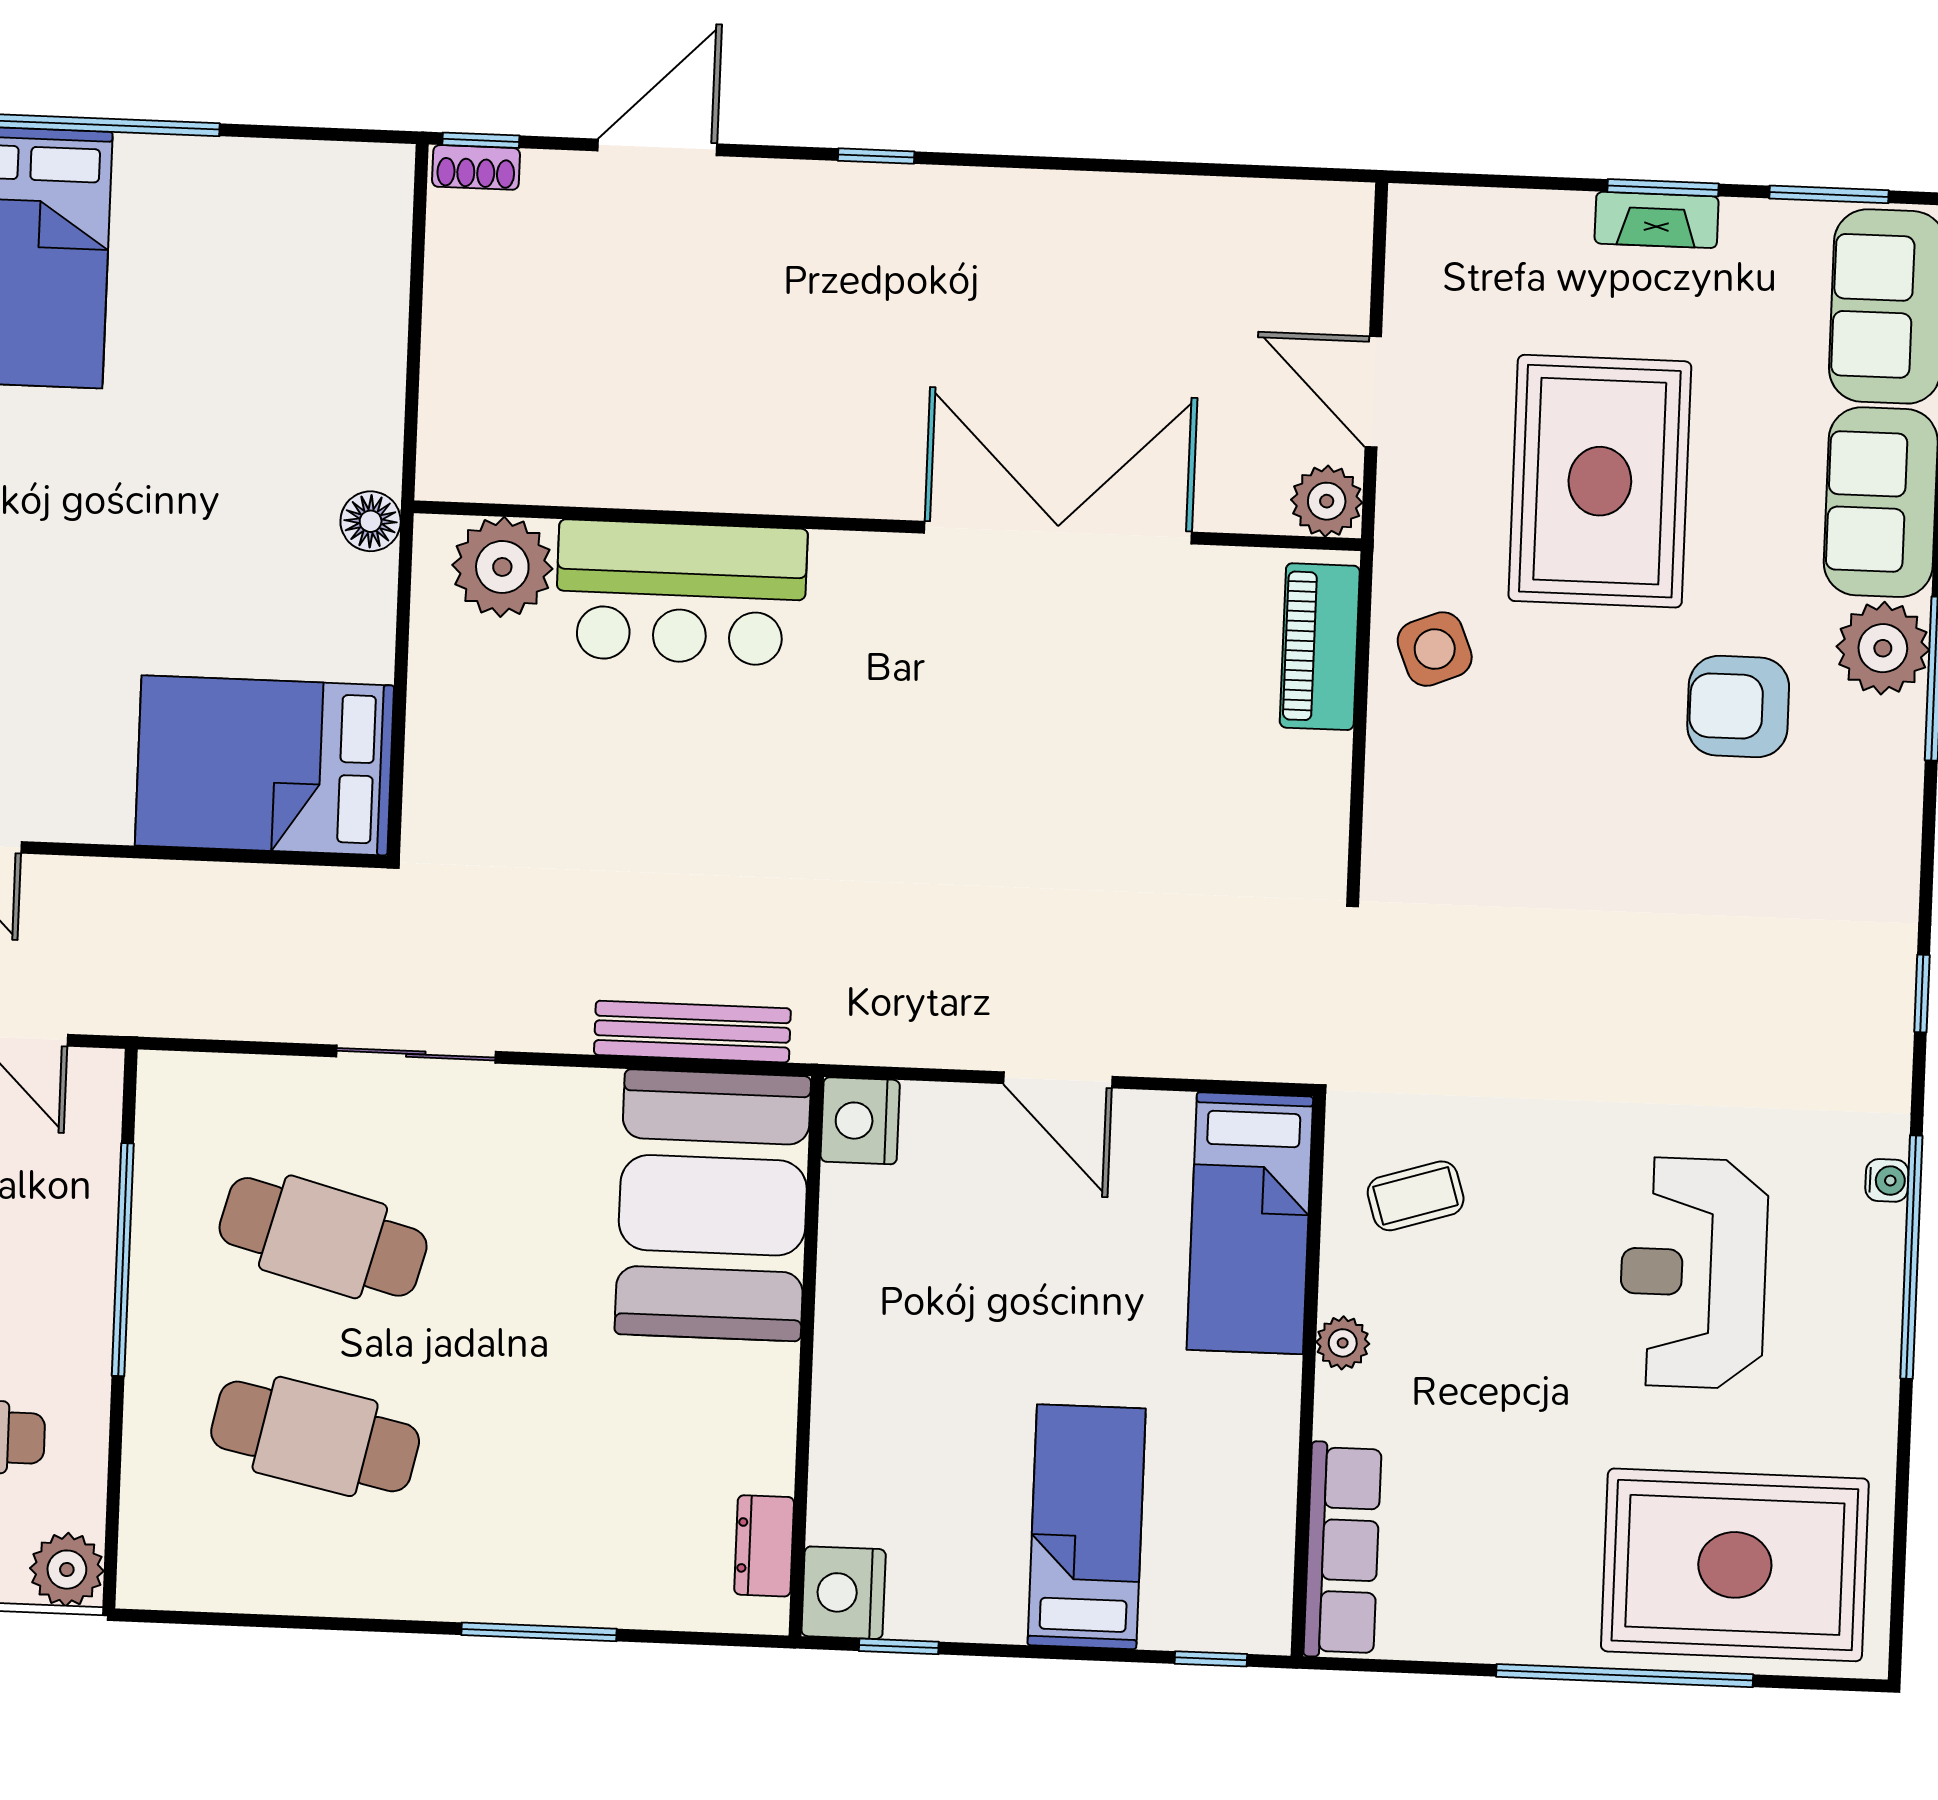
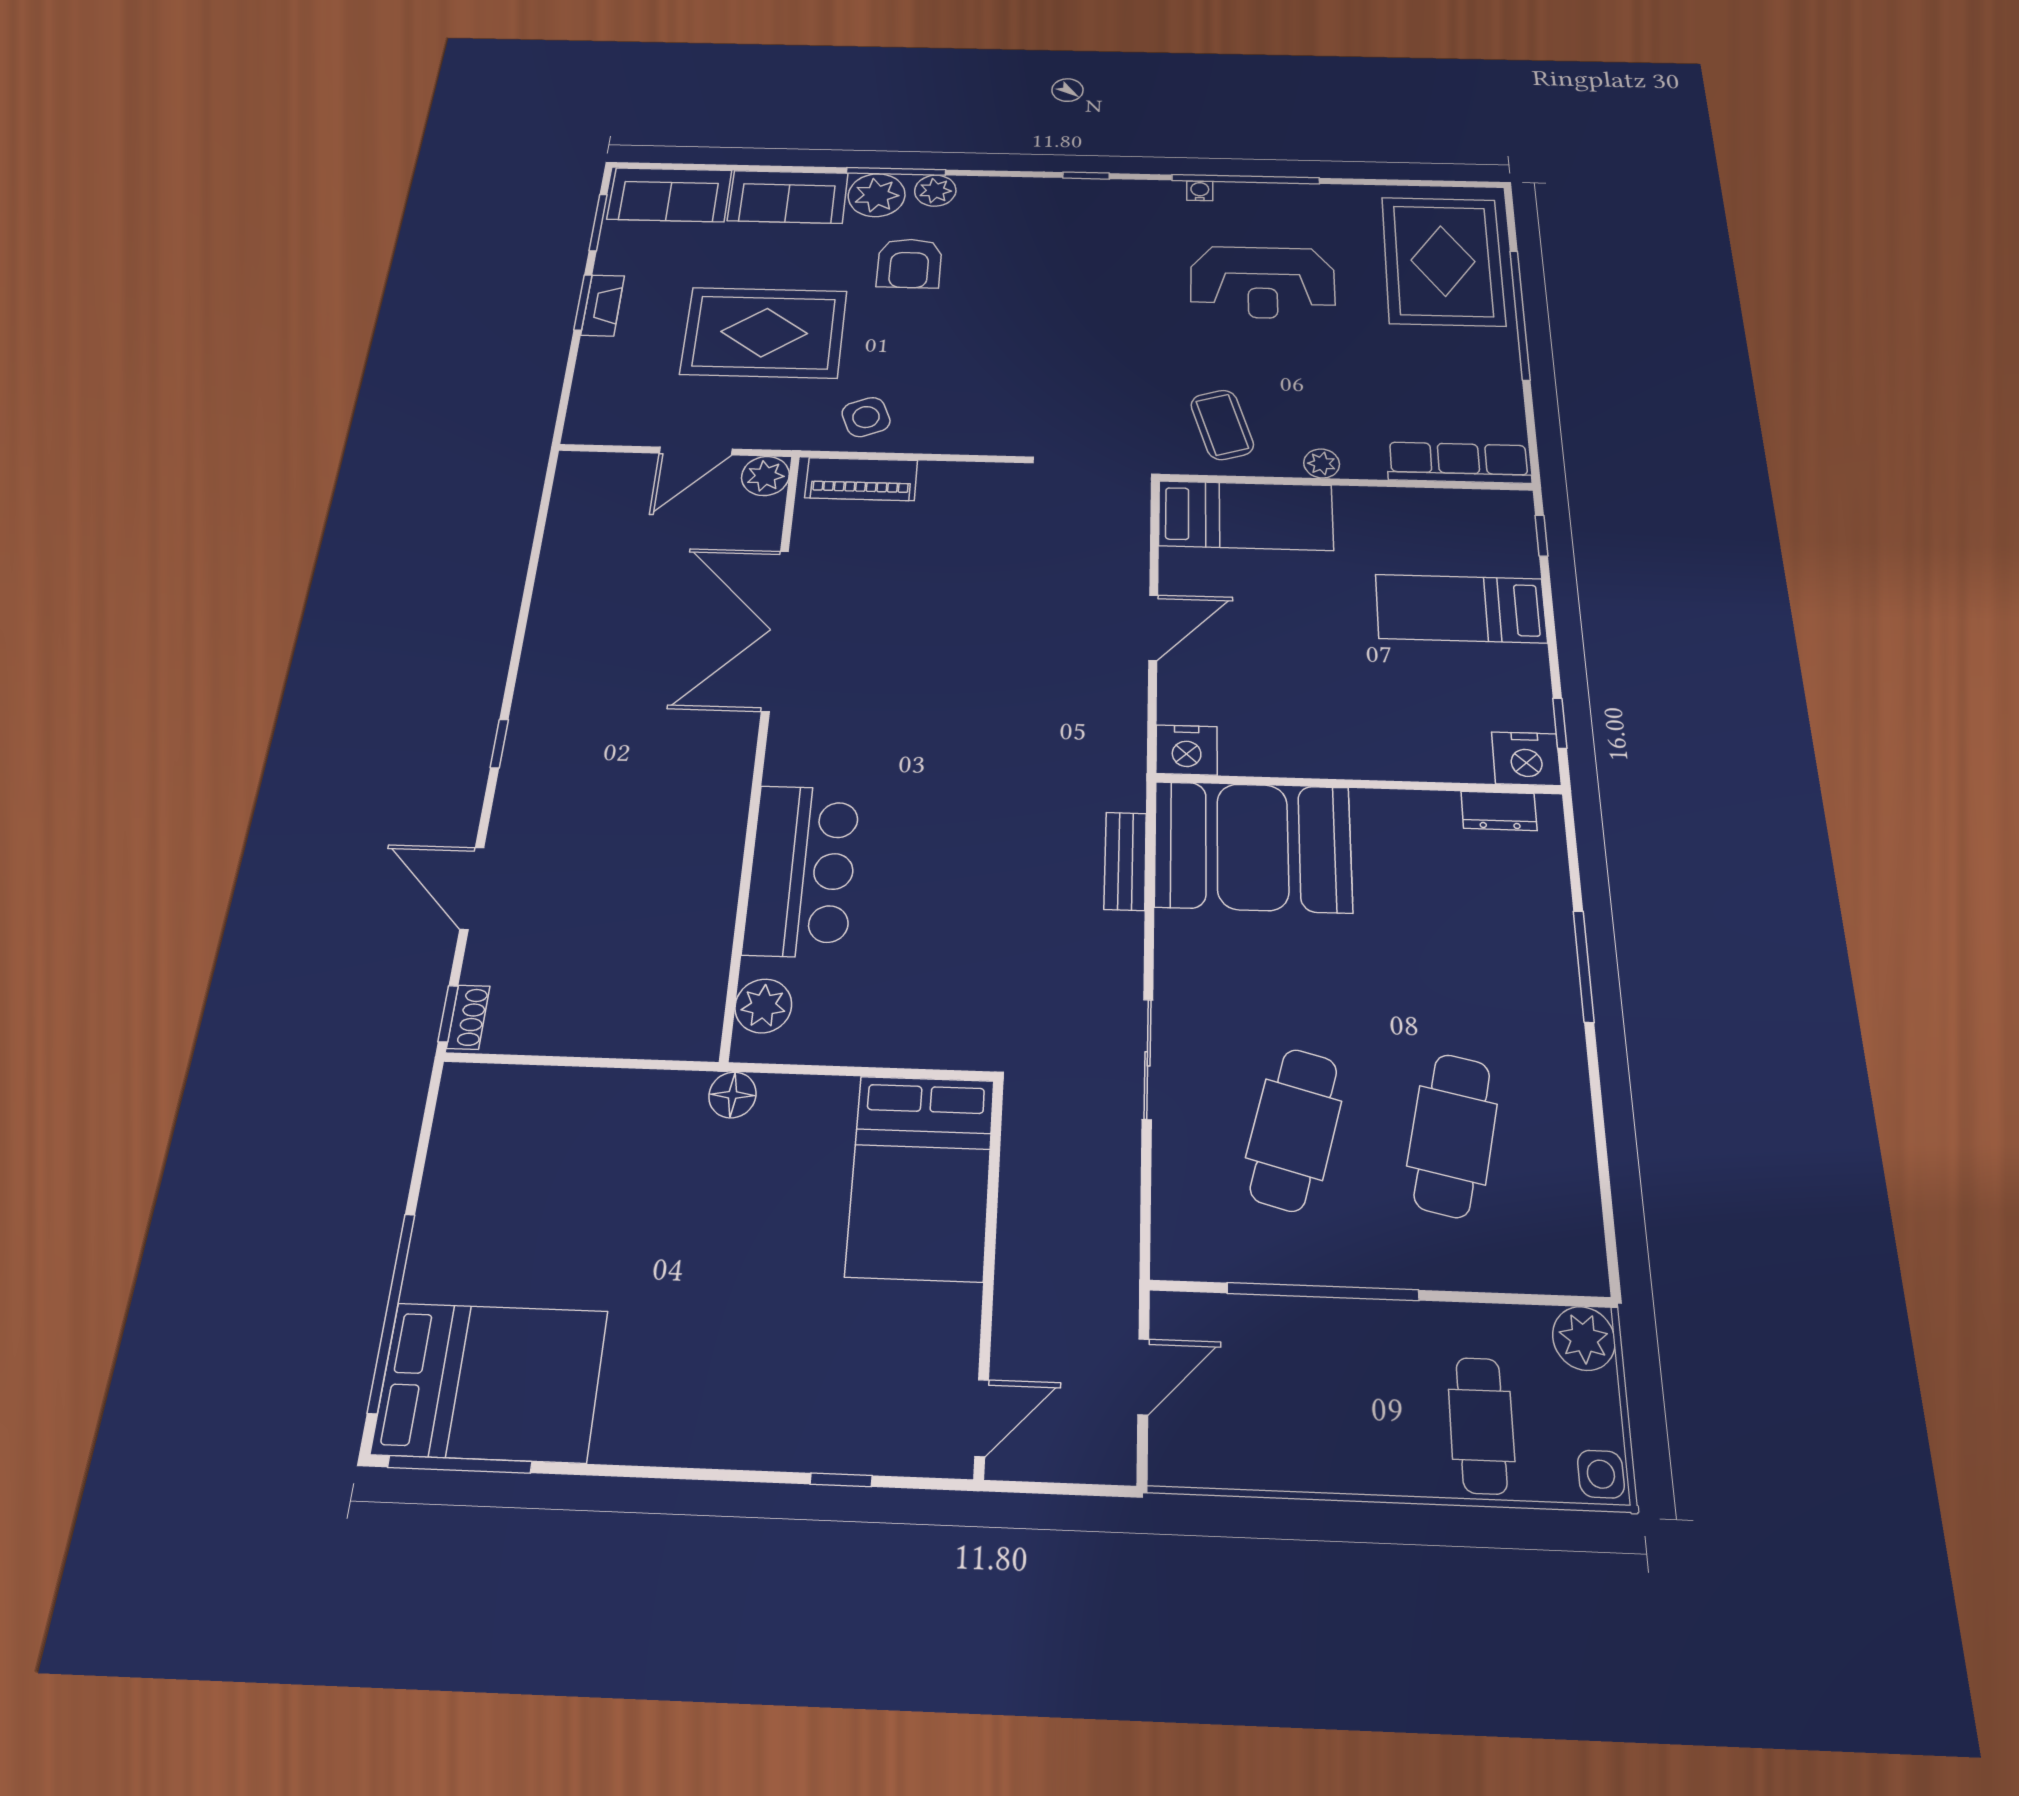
plant: (502, 567) -> (763, 1006), width x0.73, depth x0.73
plant: (1892, 745) -> (935, 191), added
bench: (692, 1032) -> (1125, 861), width x0.73
coffee table: (1416, 1196) -> (1222, 425), width x1.36, depth x1.30

